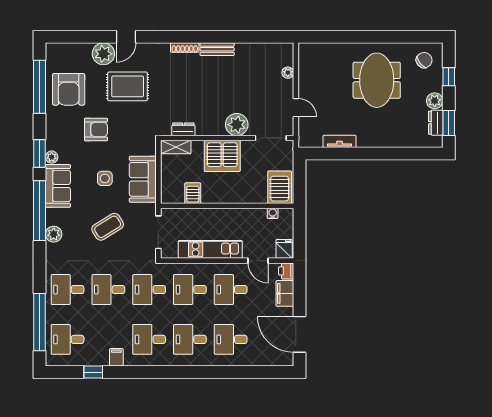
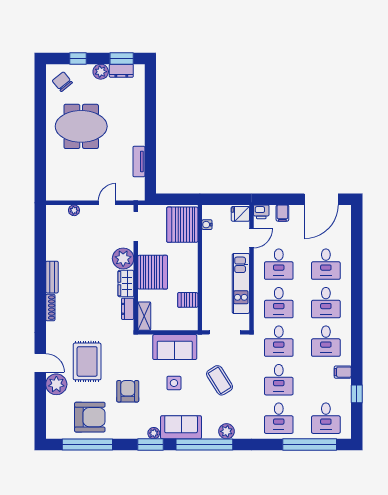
wardrobe: (210, 128) -> (126, 284), added
server rack: (280, 187) -> (182, 225), width x1.60
filing cabinet: (285, 293) -> (282, 213), width x0.50

